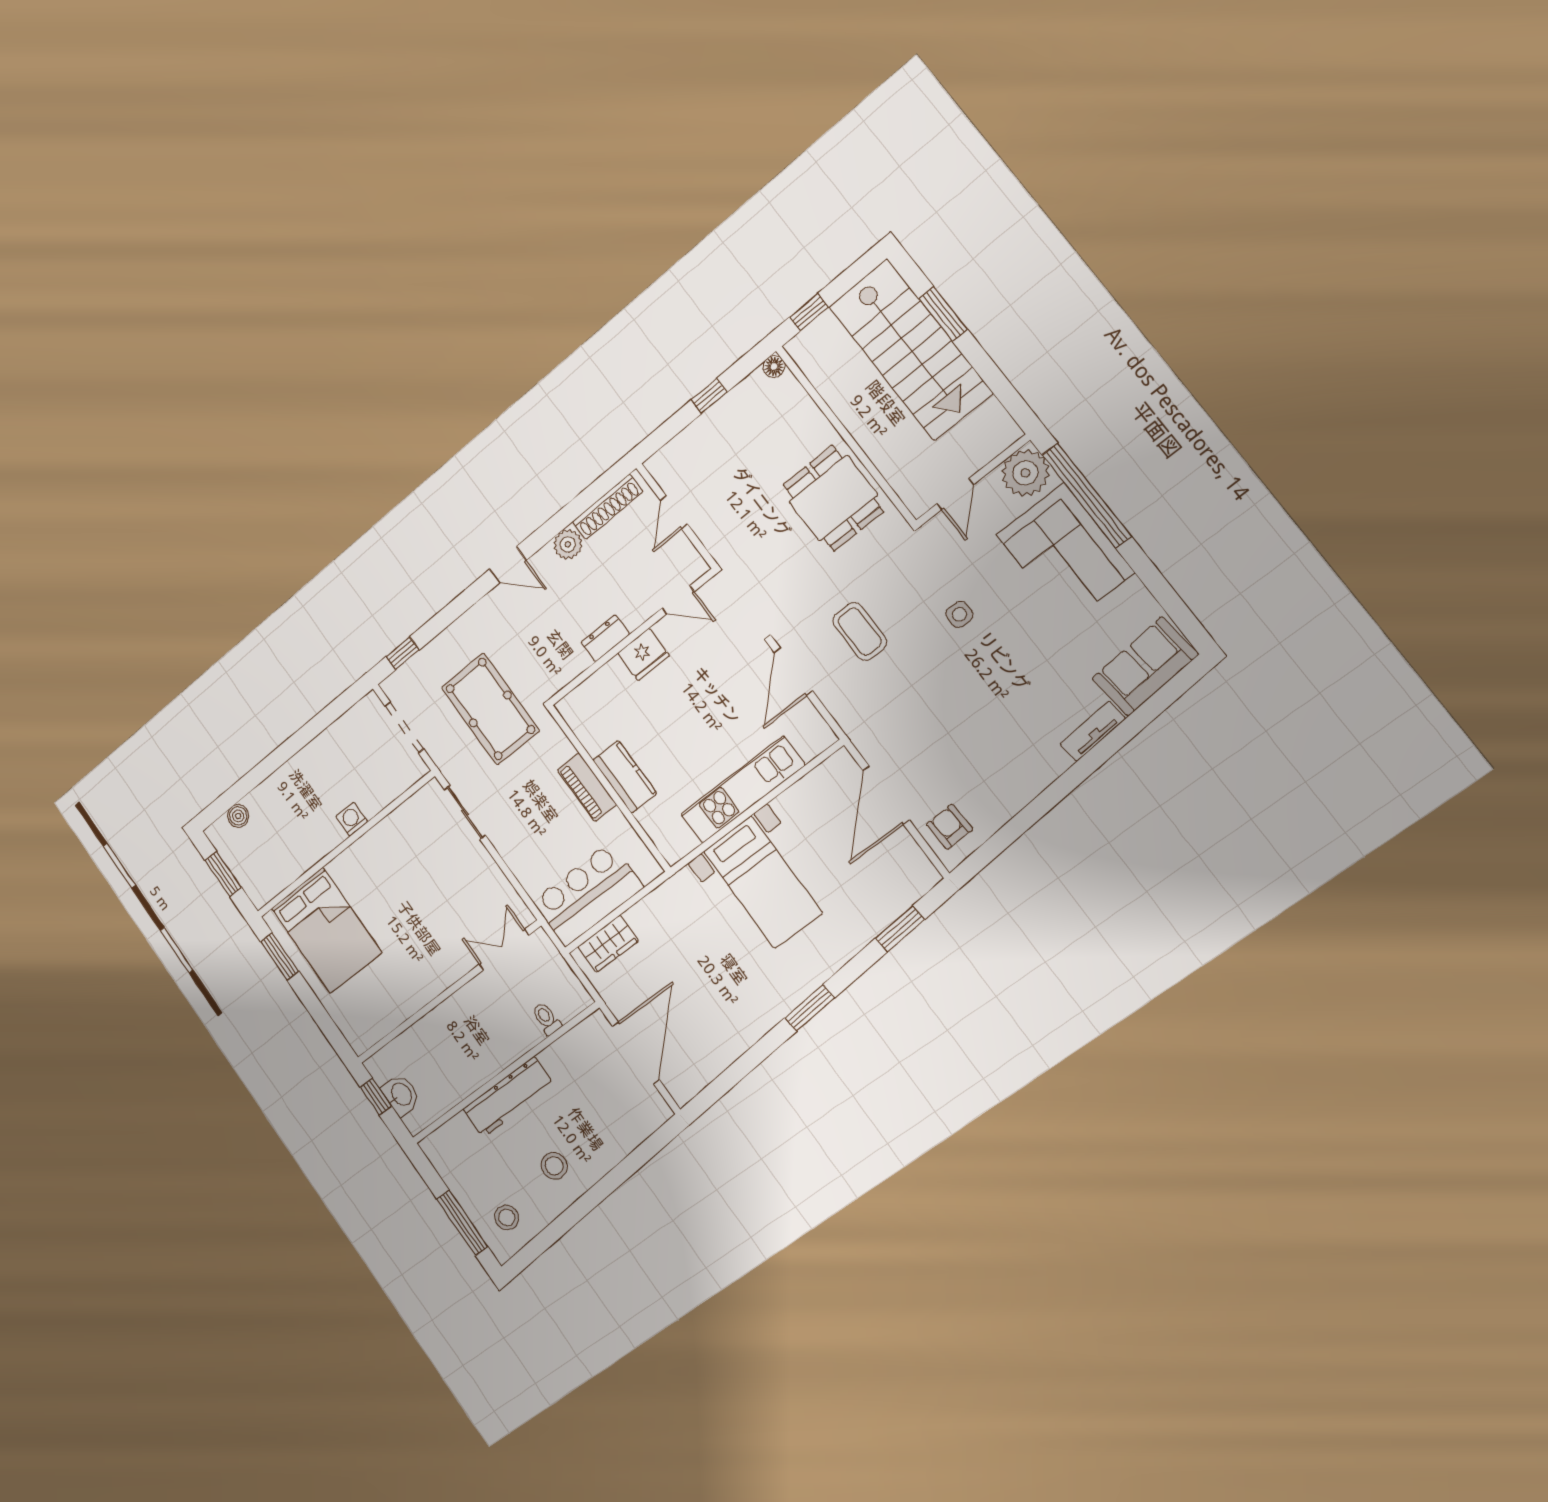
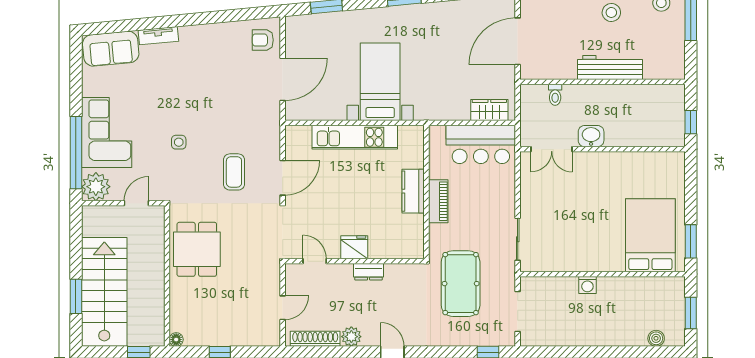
armchair: (950, 827) -> (263, 40), turned 93
washbasin: (401, 1095) -> (591, 136), moved, turned 90

